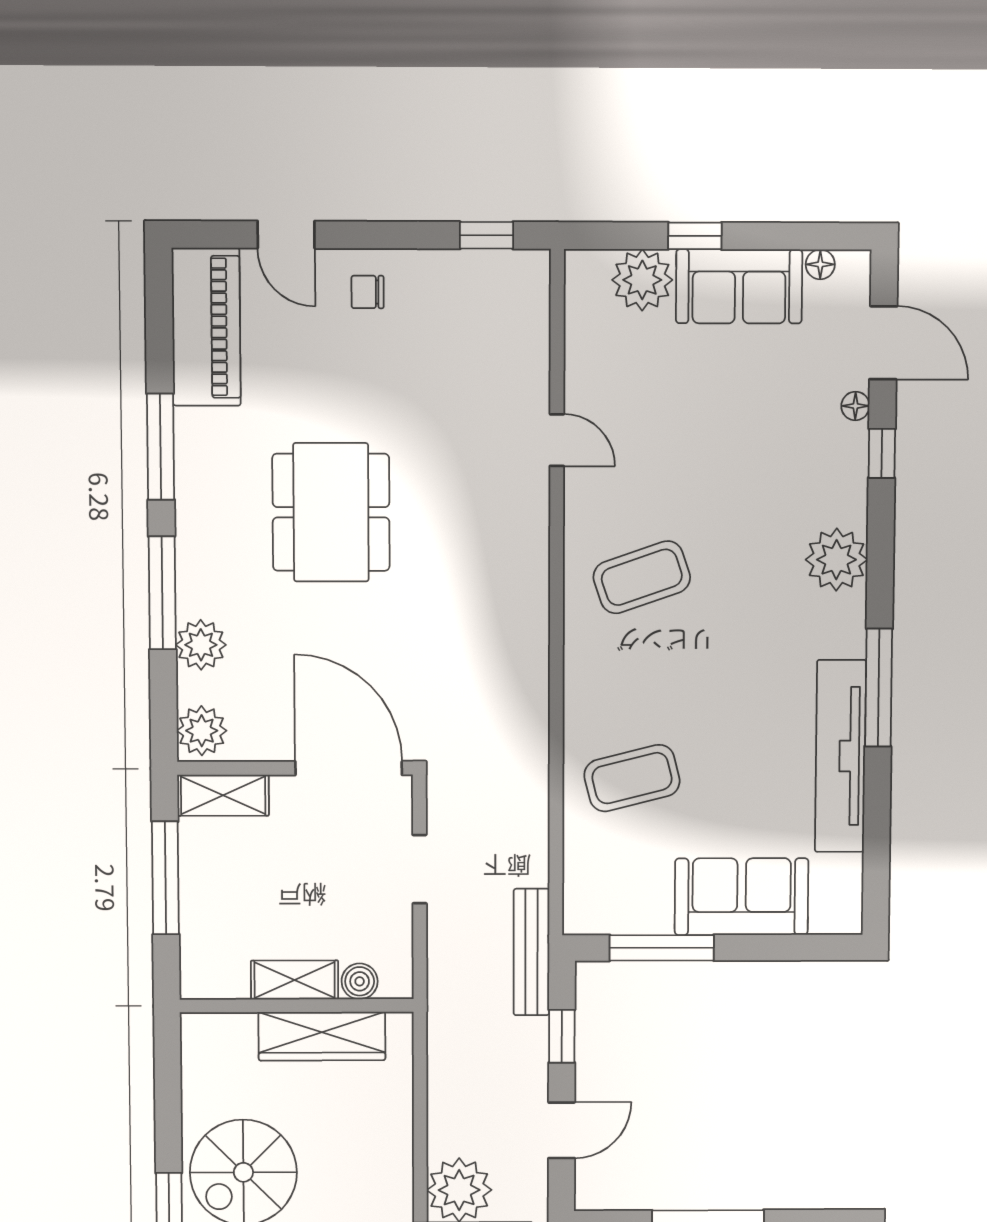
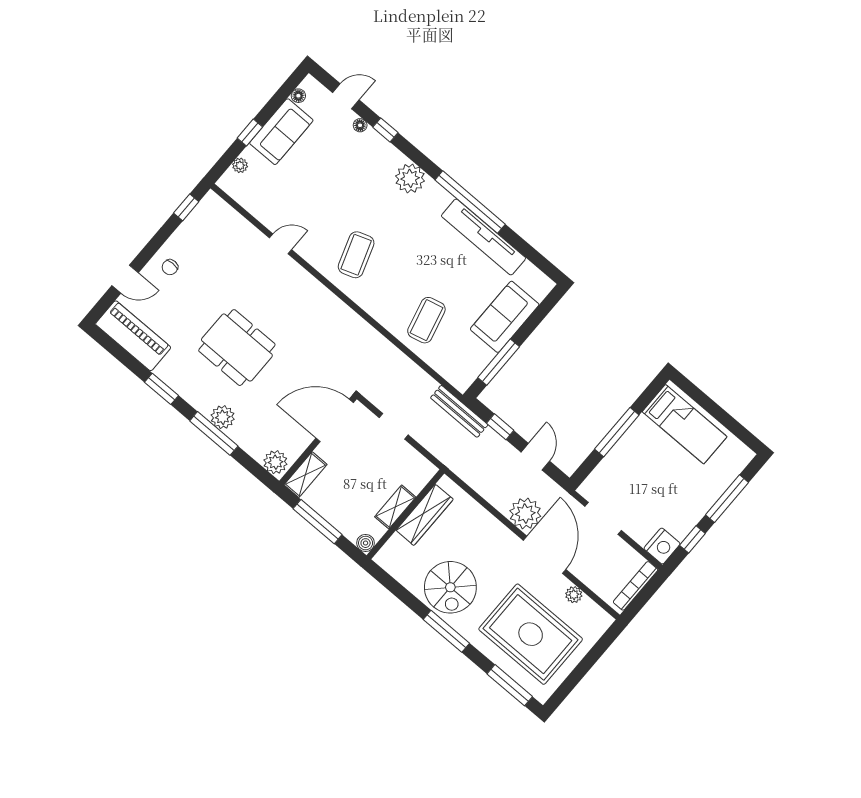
plant: (642, 280) -> (240, 165), width x0.53, depth x0.53
door: (883, 343) -> (346, 96), width x0.73
window: (161, 447) -> (161, 389), width x0.69
plant: (201, 645) -> (223, 417), moved
window: (879, 688) -> (470, 202), width x1.46
boiler: (360, 981) -> (366, 543), moved

